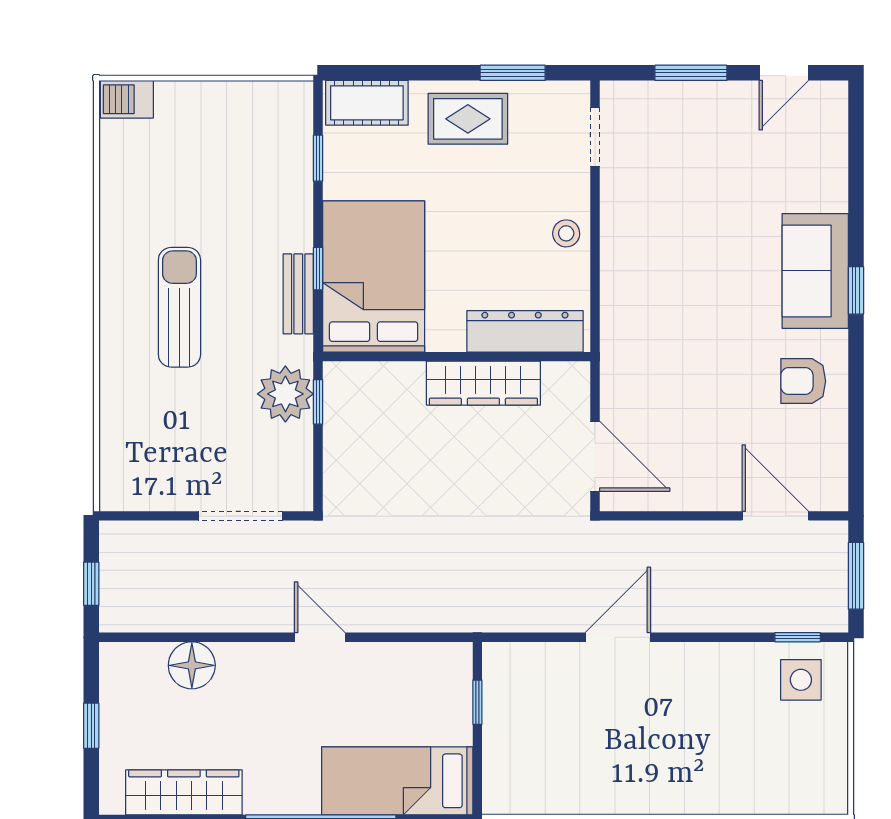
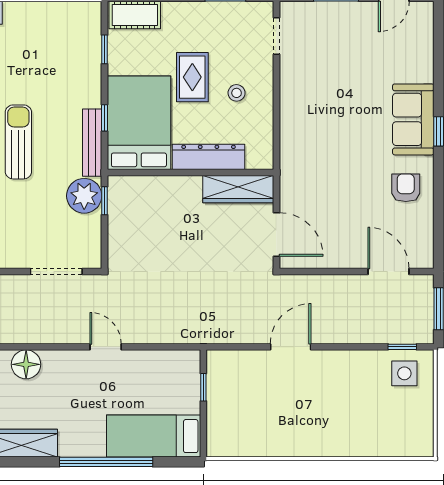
rug: (468, 119) -> (192, 77), moved, turned 90
stool: (566, 233) -> (237, 93), moved
bench: (298, 294) -> (92, 143), width x1.36
dresser: (525, 331) -> (209, 157), moved
armchair: (803, 381) -> (406, 188), turned 90
wardrobe: (483, 383) -> (238, 189), moved

